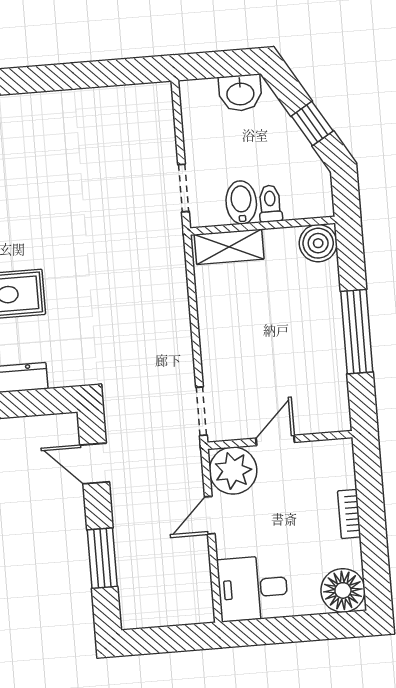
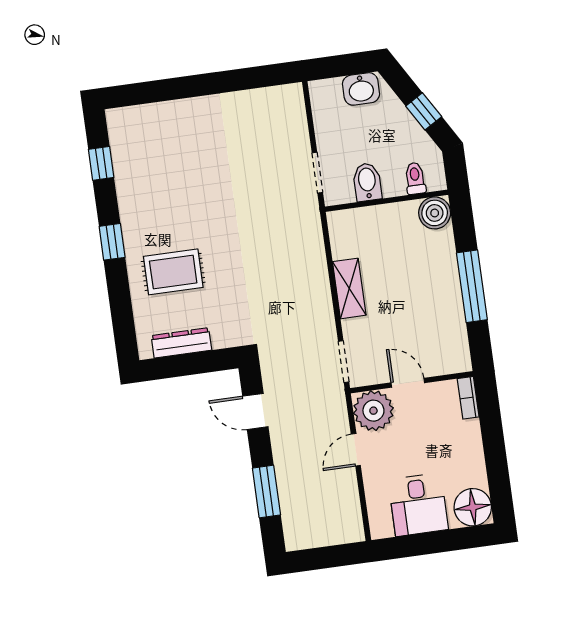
toilet: (270, 204) -> (415, 178), moved
shelving: (229, 247) -> (349, 288), moved, turned 90
door: (275, 440) -> (408, 383), hinge flipped
bookcase: (349, 514) -> (468, 398), moved
desk: (253, 588) -> (418, 505), moved, turned -90

